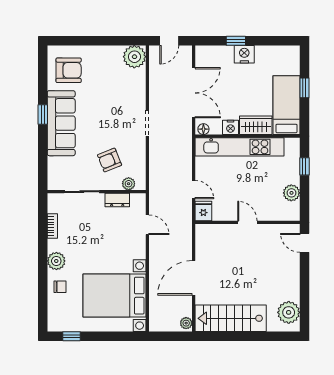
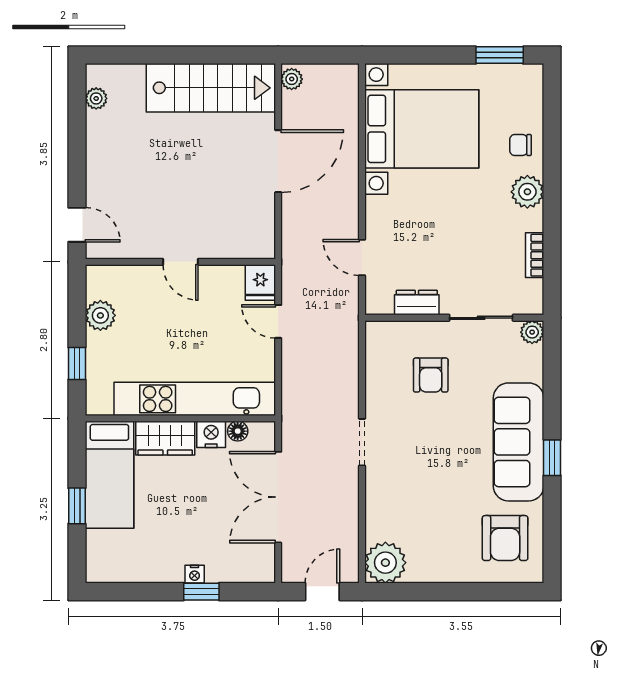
nightstand: (244, 54) -> (195, 574), width x0.53, depth x0.56
armchair: (69, 70) -> (505, 538), turned -90
floor lamp: (203, 129) -> (238, 431), moved
armchair: (110, 160) -> (431, 375), turned 112
plant: (129, 184) -> (532, 332), moved
plant: (289, 312) -> (96, 98), width x0.53, depth x0.53
window: (72, 336) -> (500, 55), width x1.50

